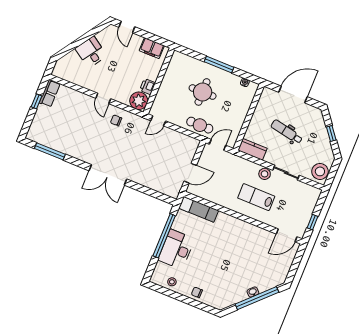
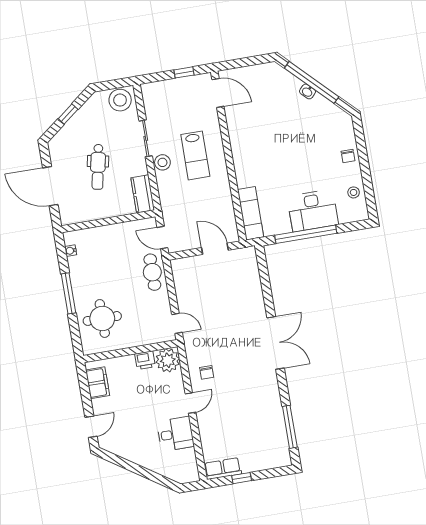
desk: (91, 52) -> (175, 434), moved, turned -124
round table: (203, 92) -> (102, 318), moved

